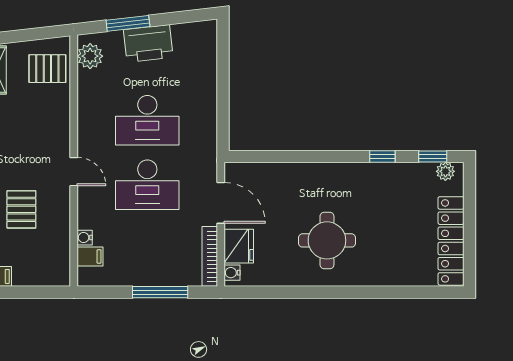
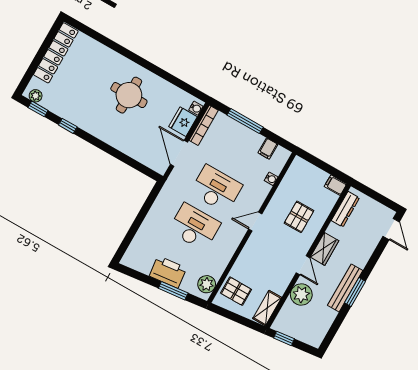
door: (74, 172) -> (255, 221), hinge flipped
filing cabinet: (90, 256) -> (268, 149), moved, turned -90

